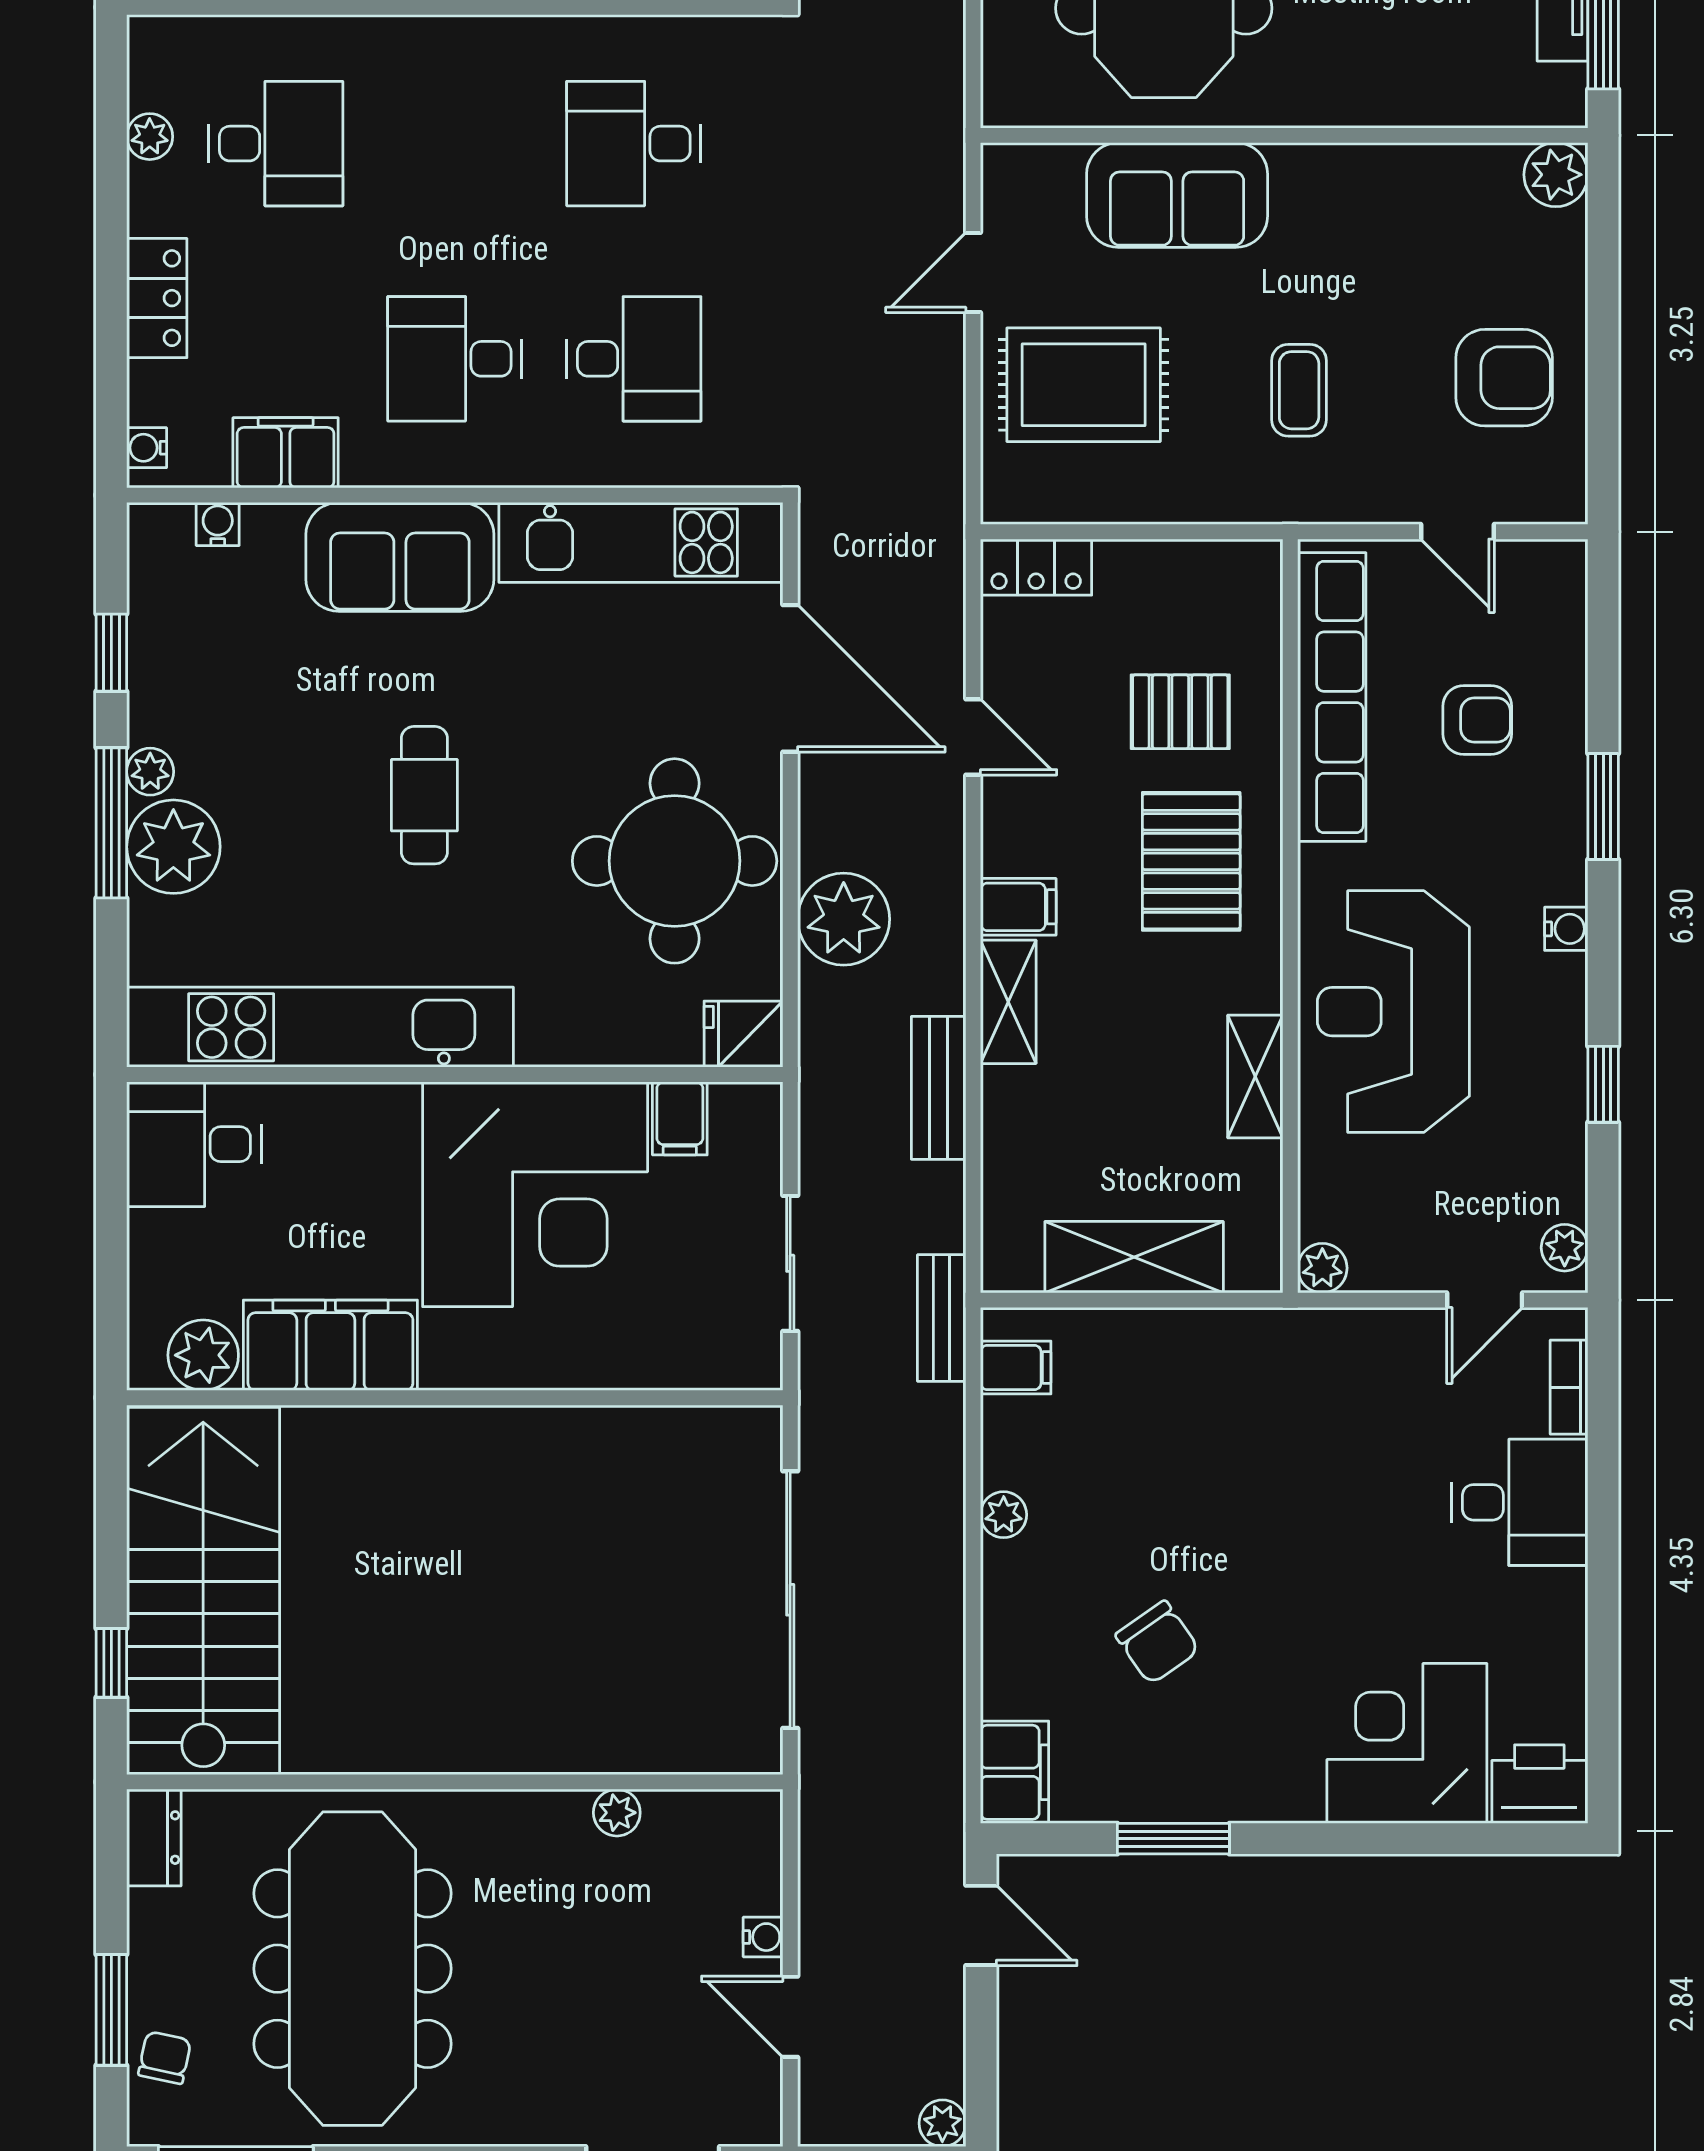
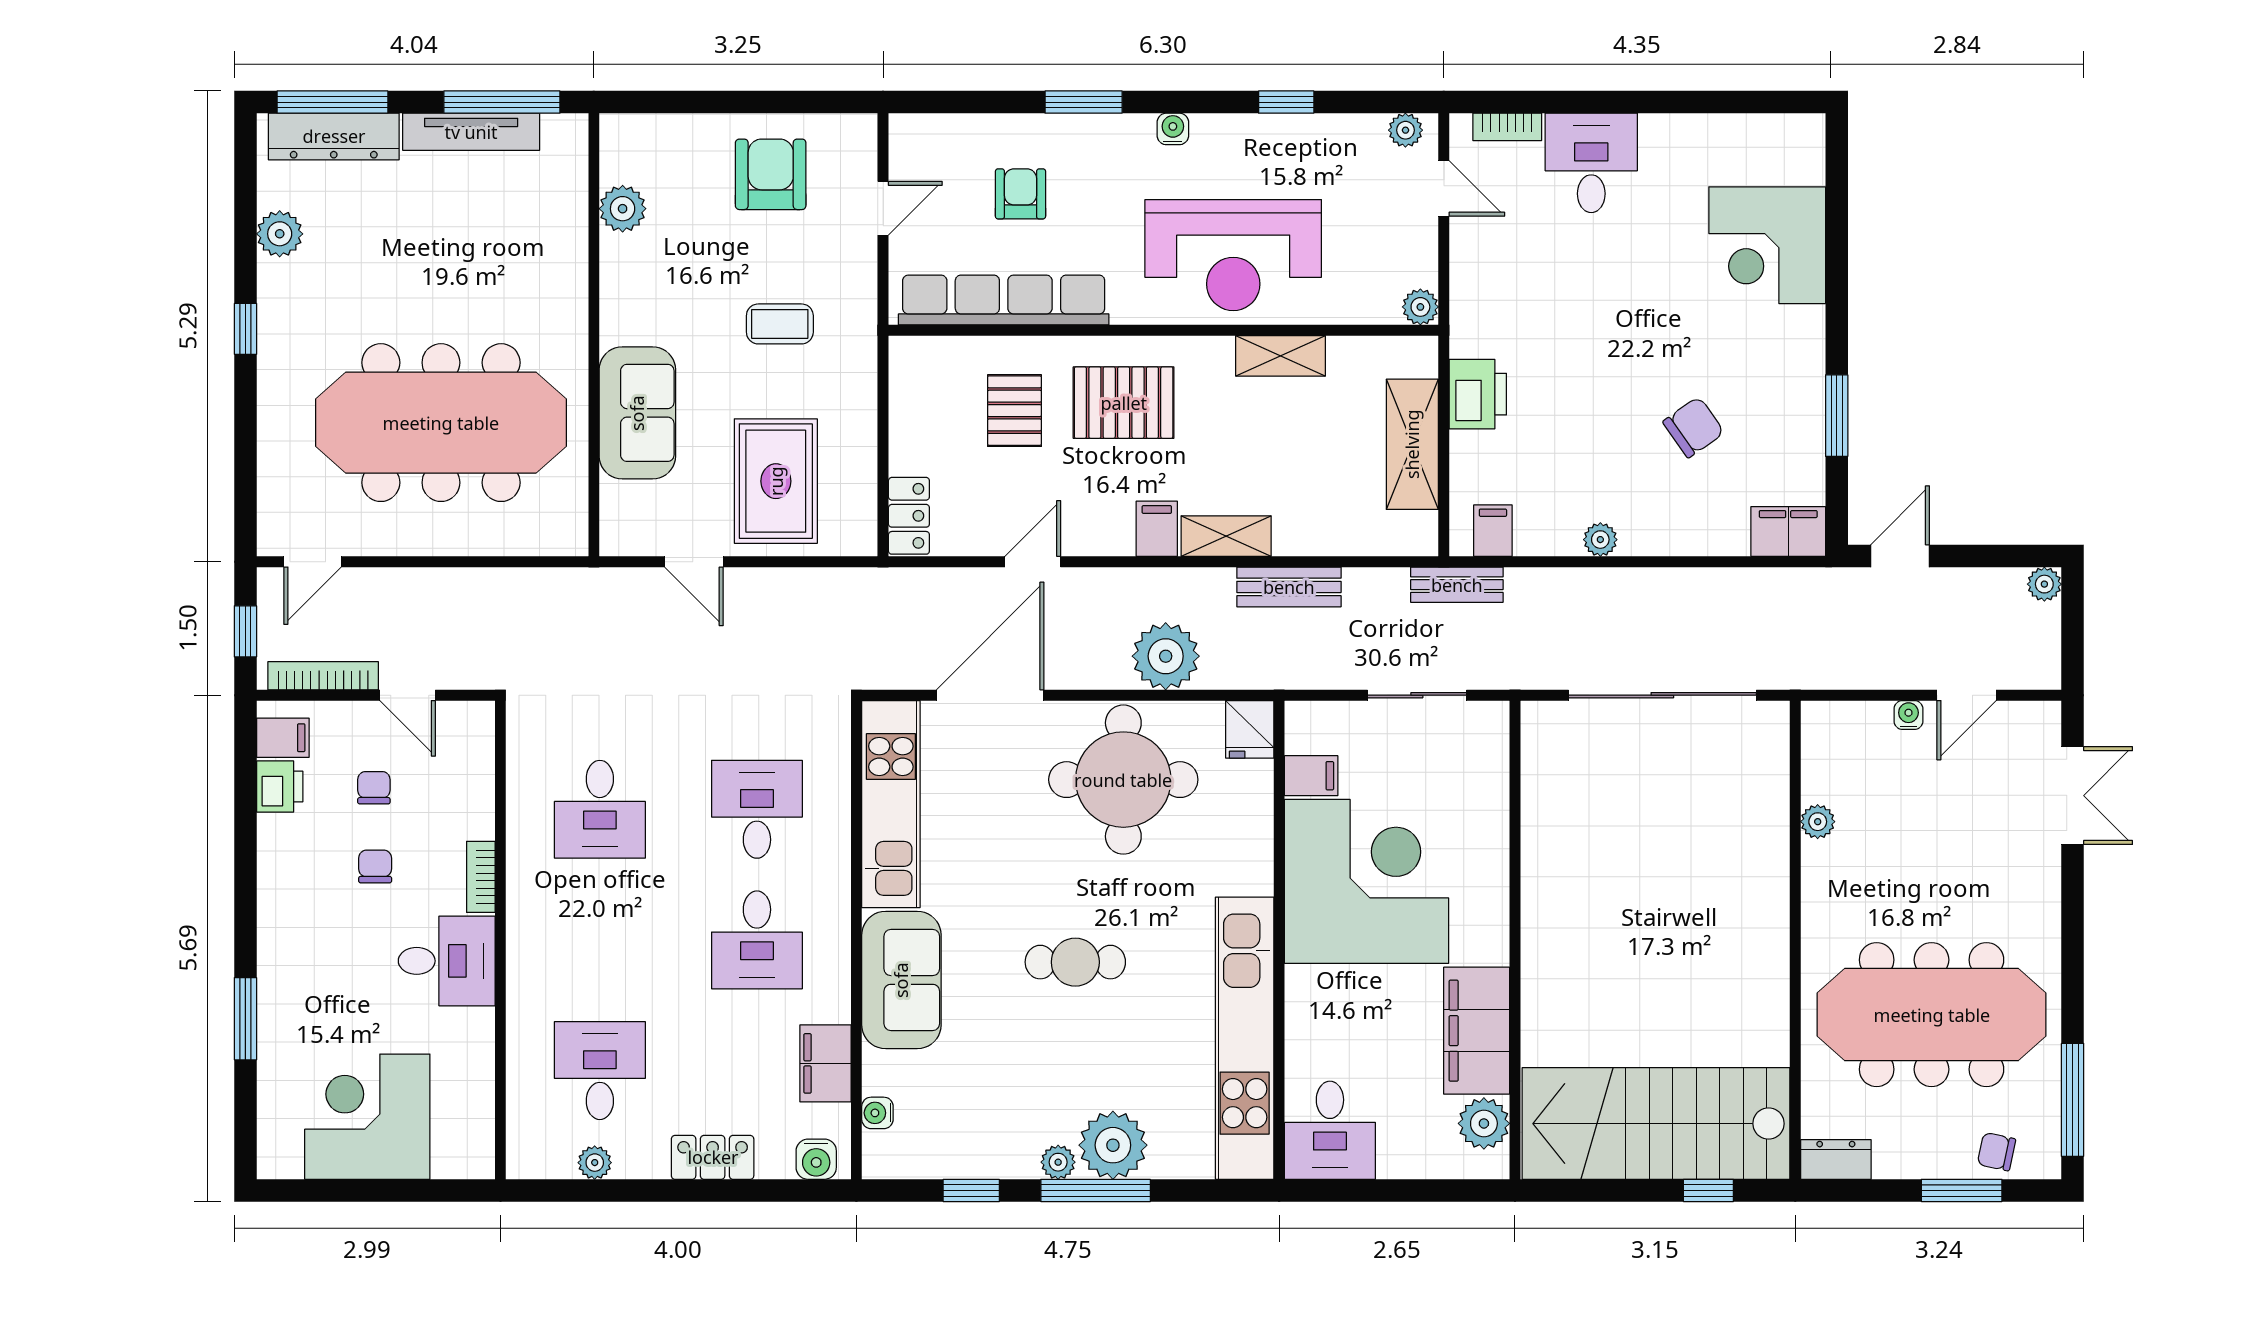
plant: (1556, 175) -> (623, 209), moved
water cooler: (147, 448) -> (816, 1159), width x1.38, depth x1.38
printer: (1539, 1784) -> (1478, 394), moved, turned 180

